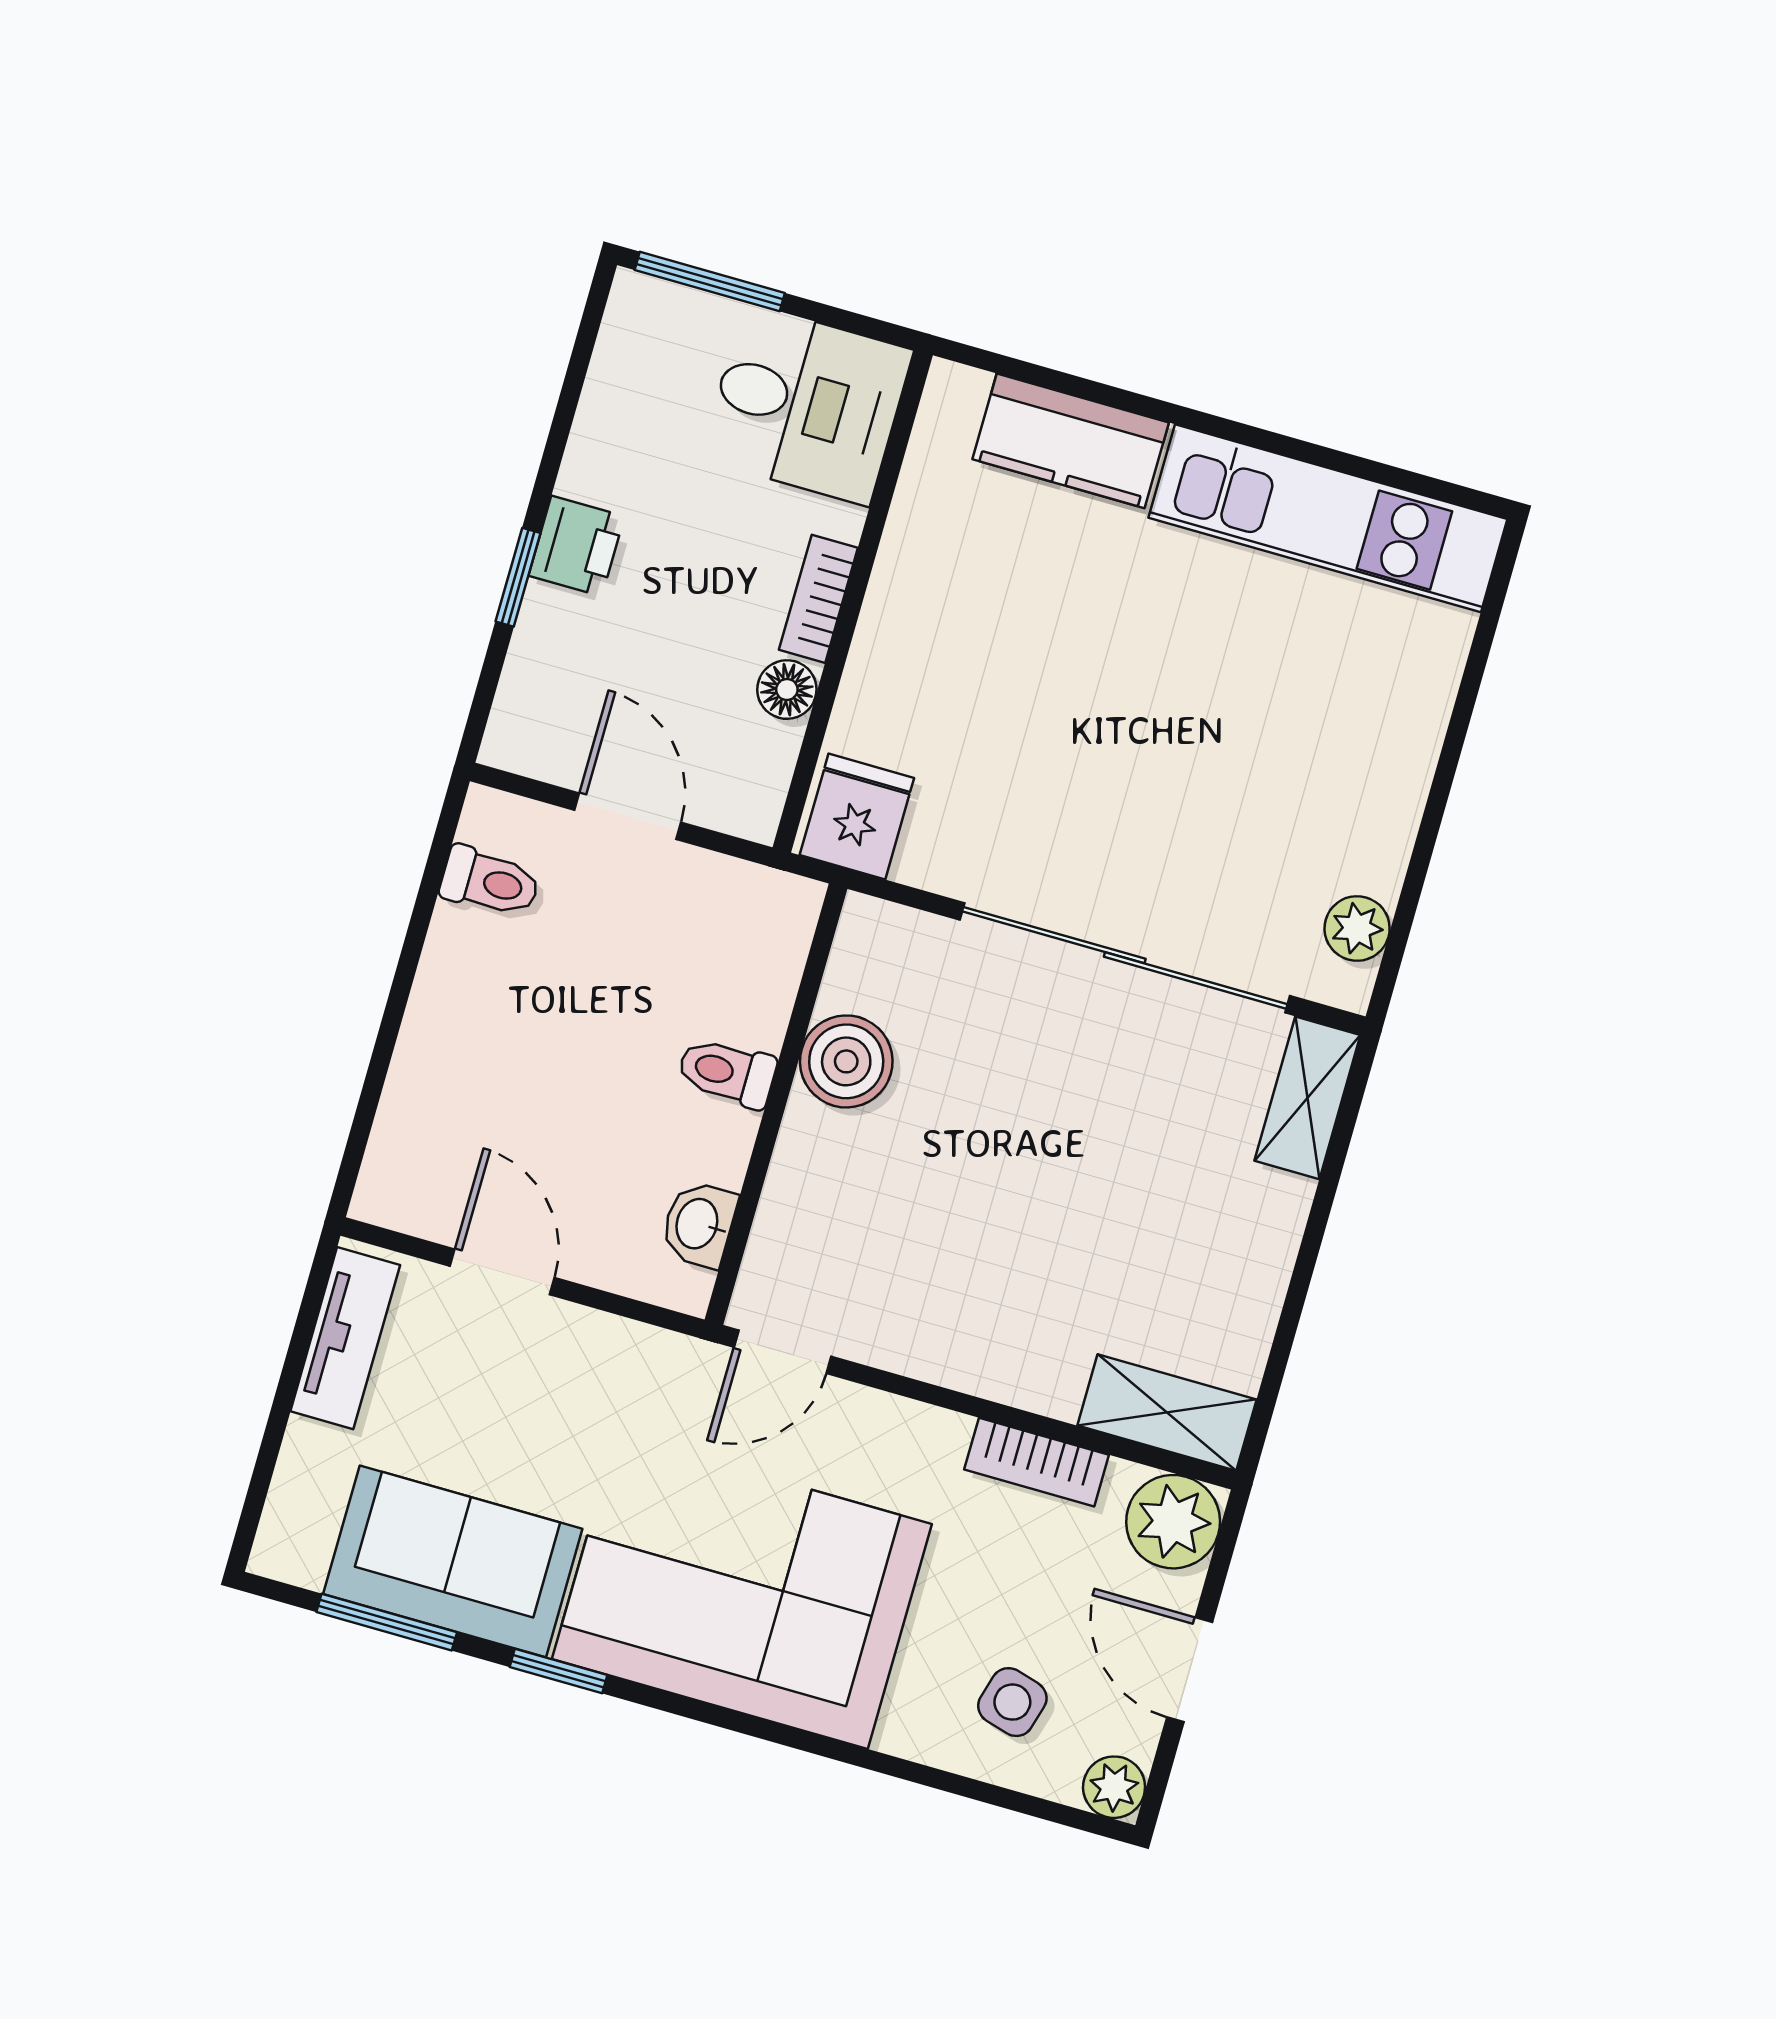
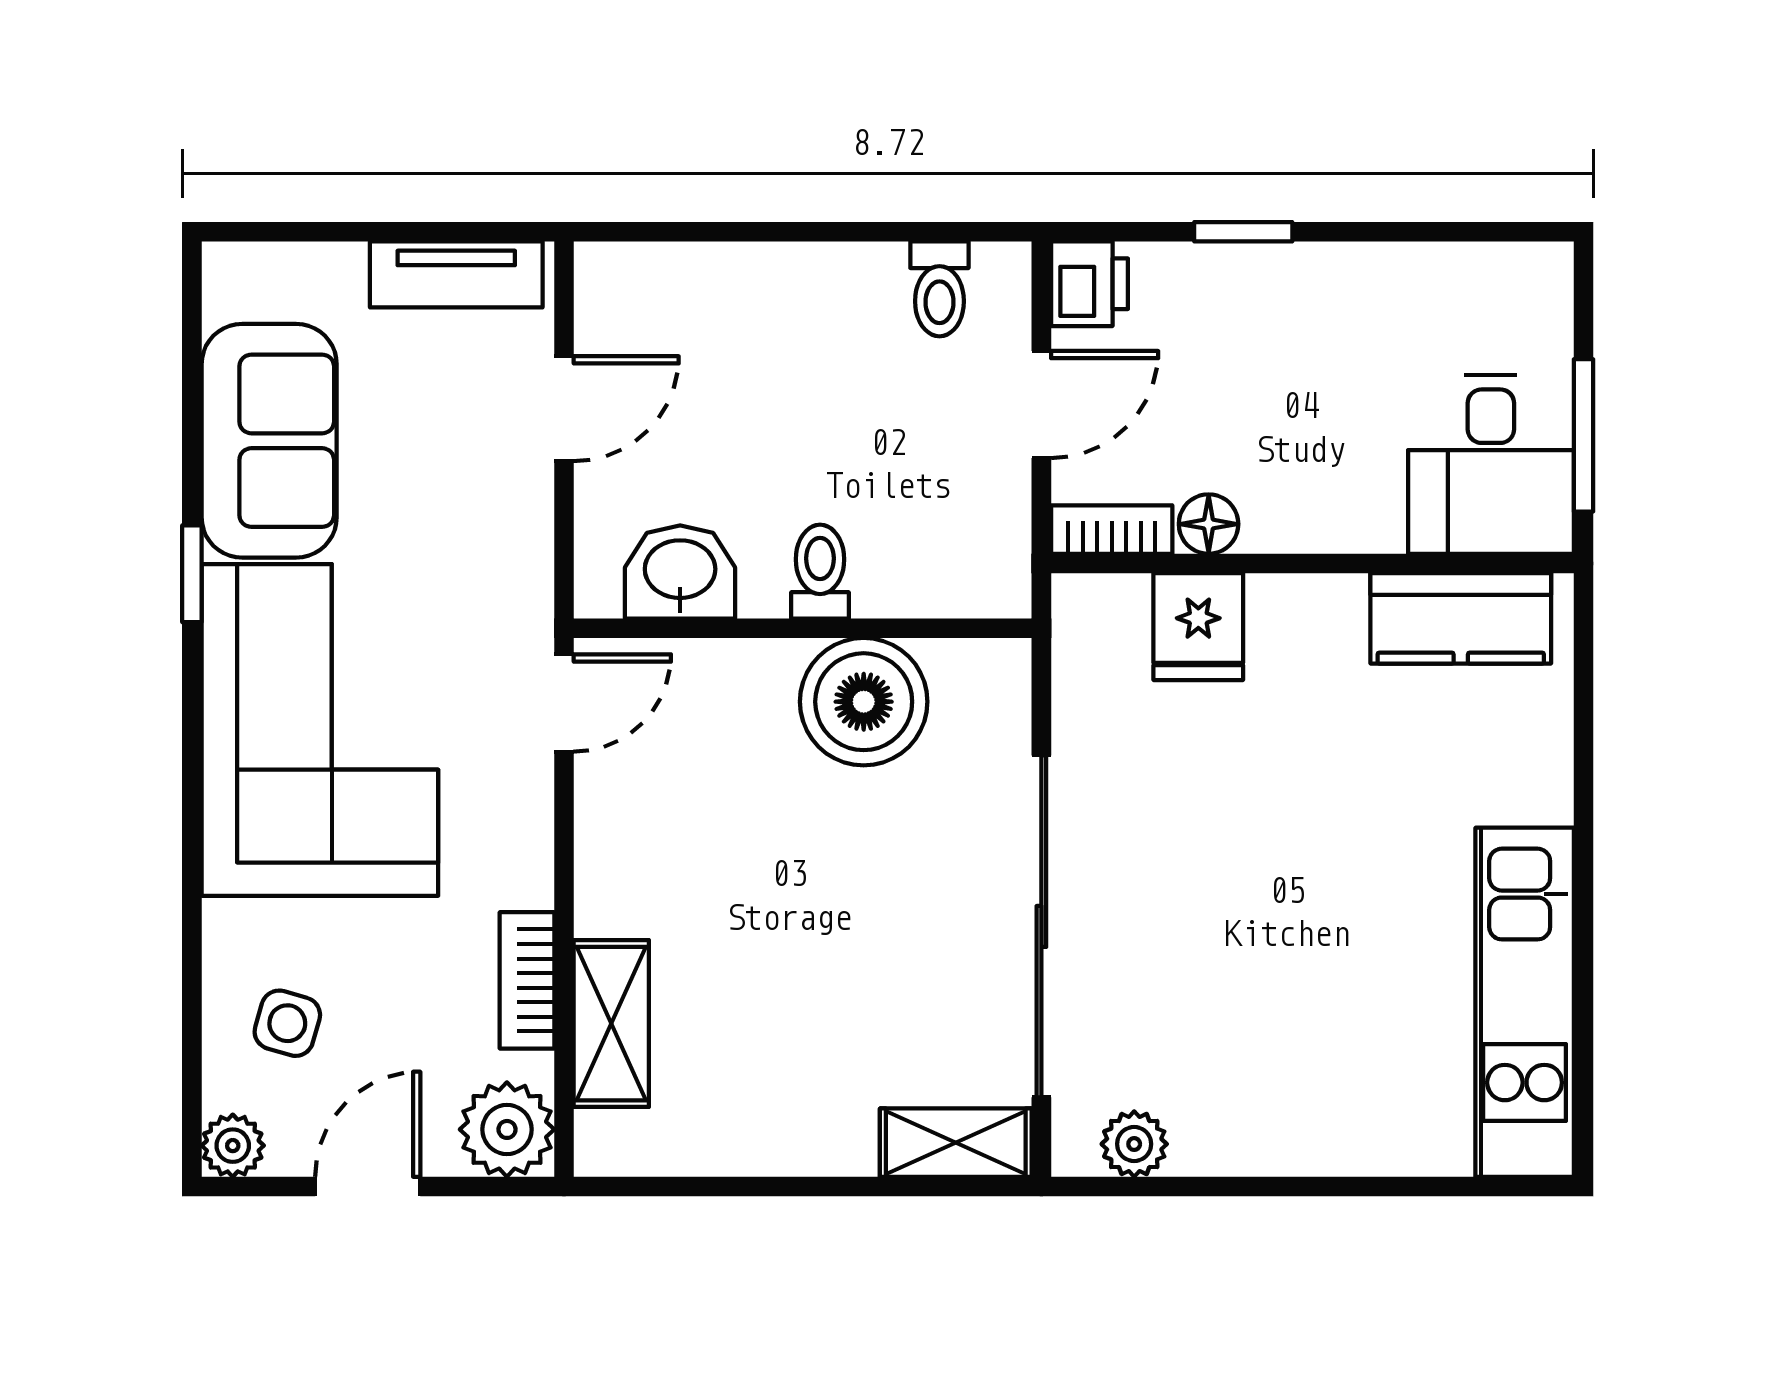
window: (710, 282) -> (1583, 435), moved
kitchen counter: (1071, 441) -> (1461, 618), moved, turned -90
printer: (576, 546) -> (1090, 284), moved, turned -90
bookcase: (818, 599) -> (1112, 530), moved
fridge: (857, 817) -> (1198, 627), moved, turned 90
boiler: (846, 1061) -> (864, 702), width x1.37, depth x1.37
washbasin: (699, 1224) -> (680, 572), width x1.38, depth x1.45
door: (782, 1352) -> (564, 703), swing flipped
shelving: (1167, 1413) -> (611, 1024), moved
window: (387, 1622) -> (192, 393), removed

